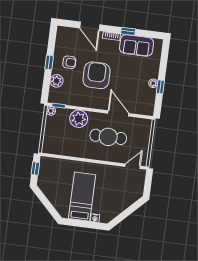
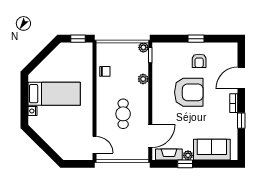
sofa: (136, 45) -> (212, 150), moved, turned 90
plant: (57, 81) -> (177, 49), removed
fireplace: (150, 100) -> (169, 154), added
door: (118, 113) -> (150, 136), moved
plant: (79, 119) -> (143, 79), width x0.53, depth x0.53
cafe table: (108, 137) -> (123, 114), width x0.73, depth x0.74
chair: (68, 148) -> (105, 71), added

